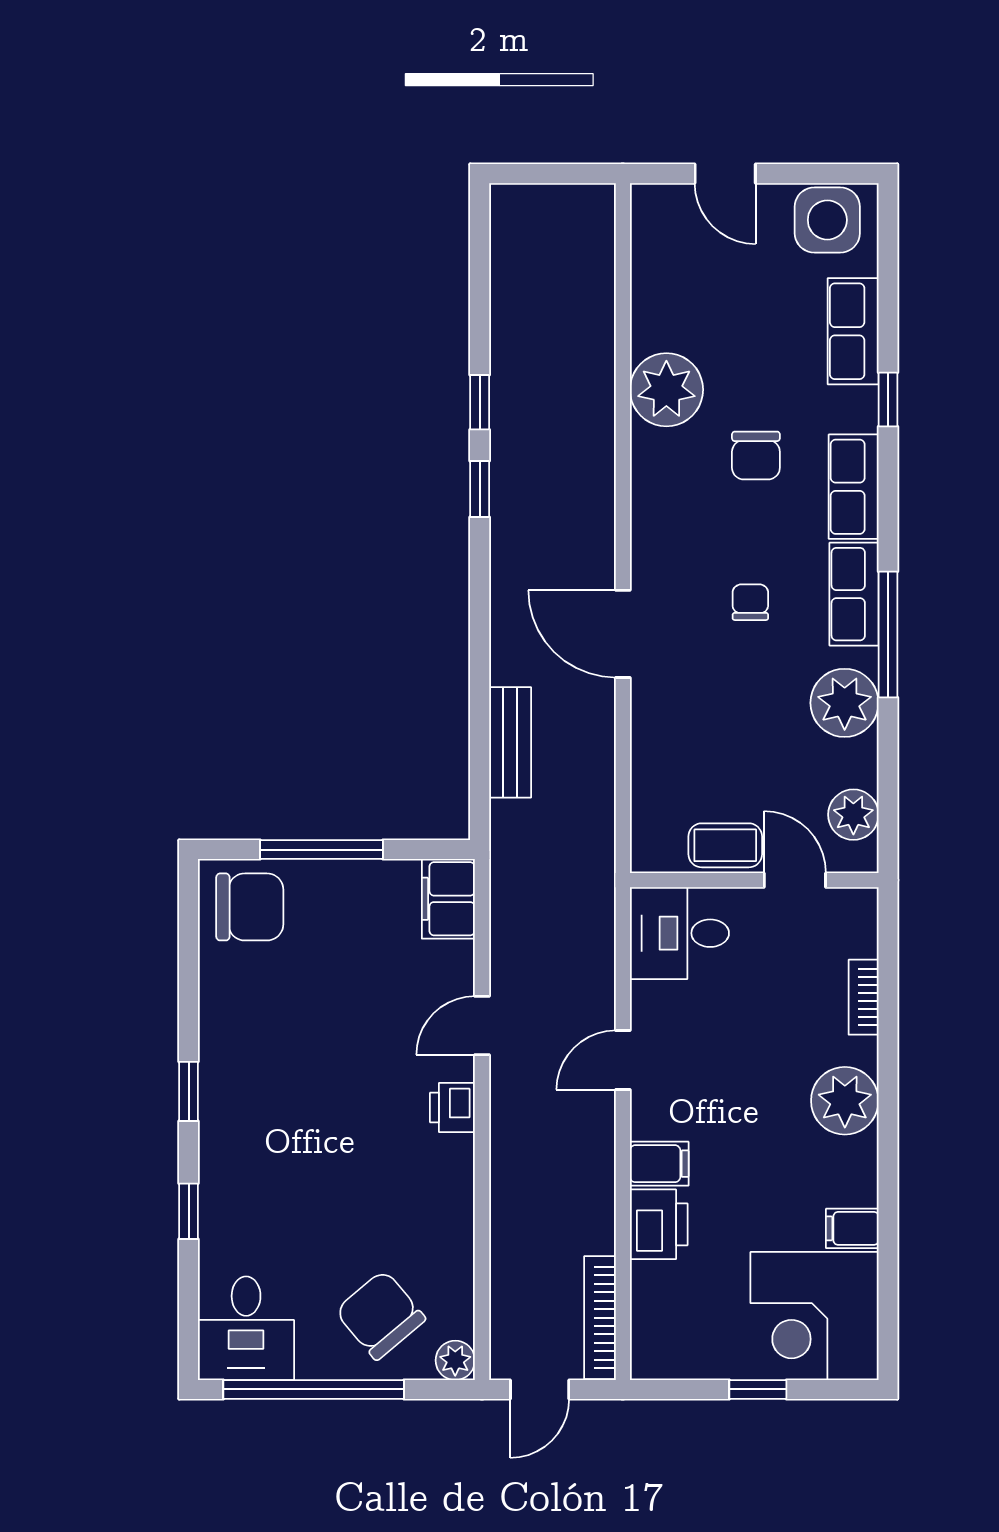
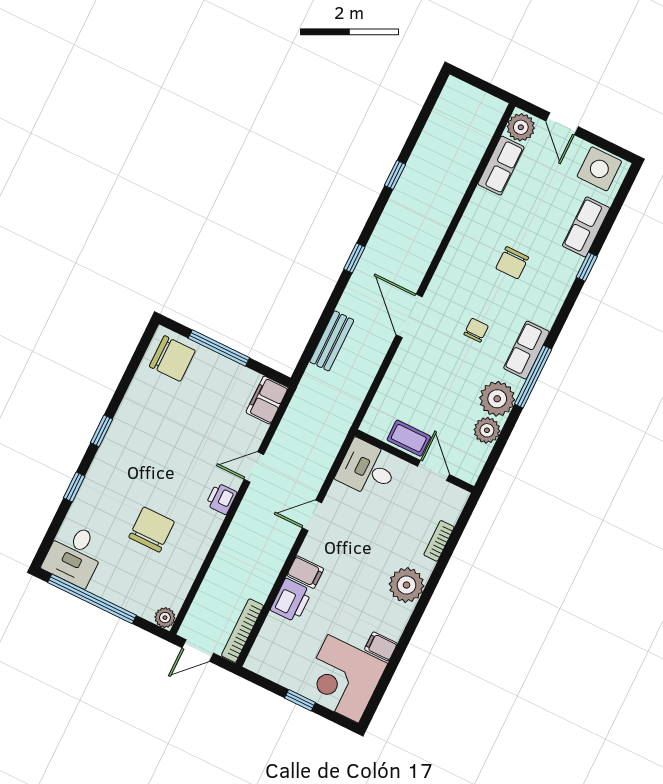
plant: (666, 390) -> (521, 127), moved, width x0.73, depth x0.73
row of seats: (854, 487) -> (501, 166), moved, turned 180
window: (480, 489) -> (354, 258), moved
plant: (853, 815) -> (487, 430), moved
chair: (380, 1315) -> (152, 530), moved, turned 40

